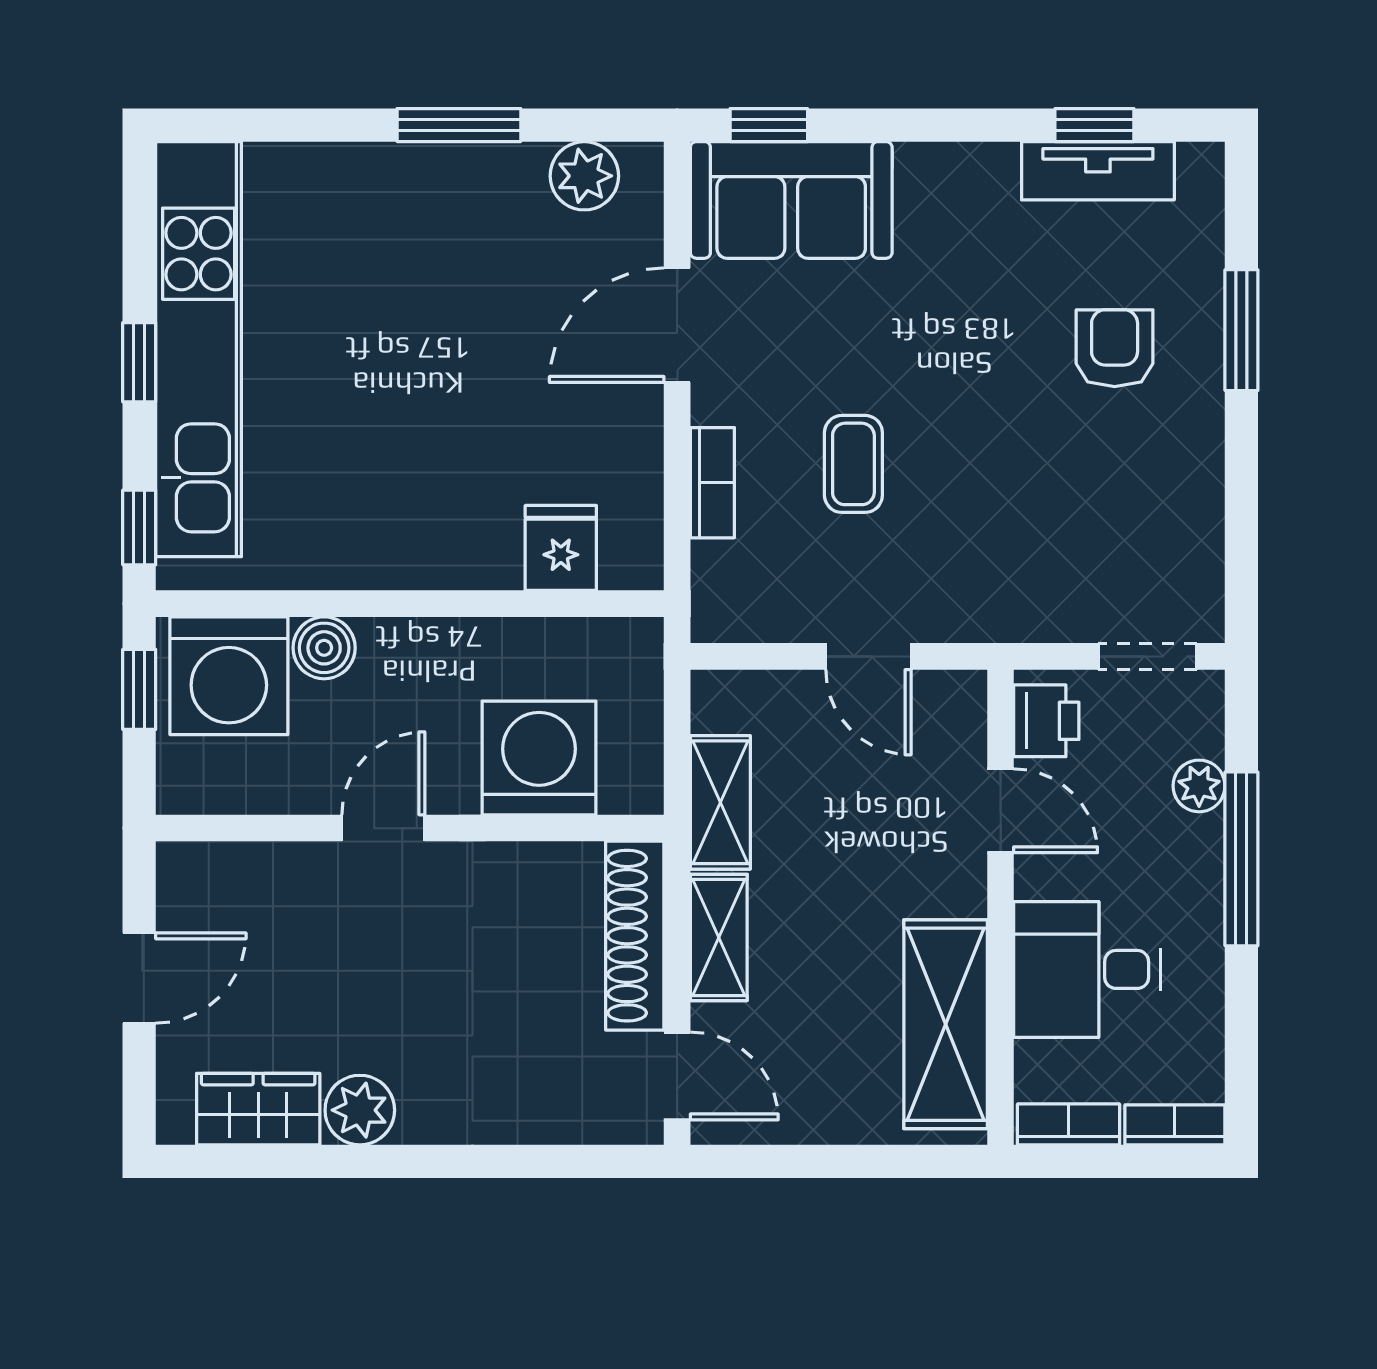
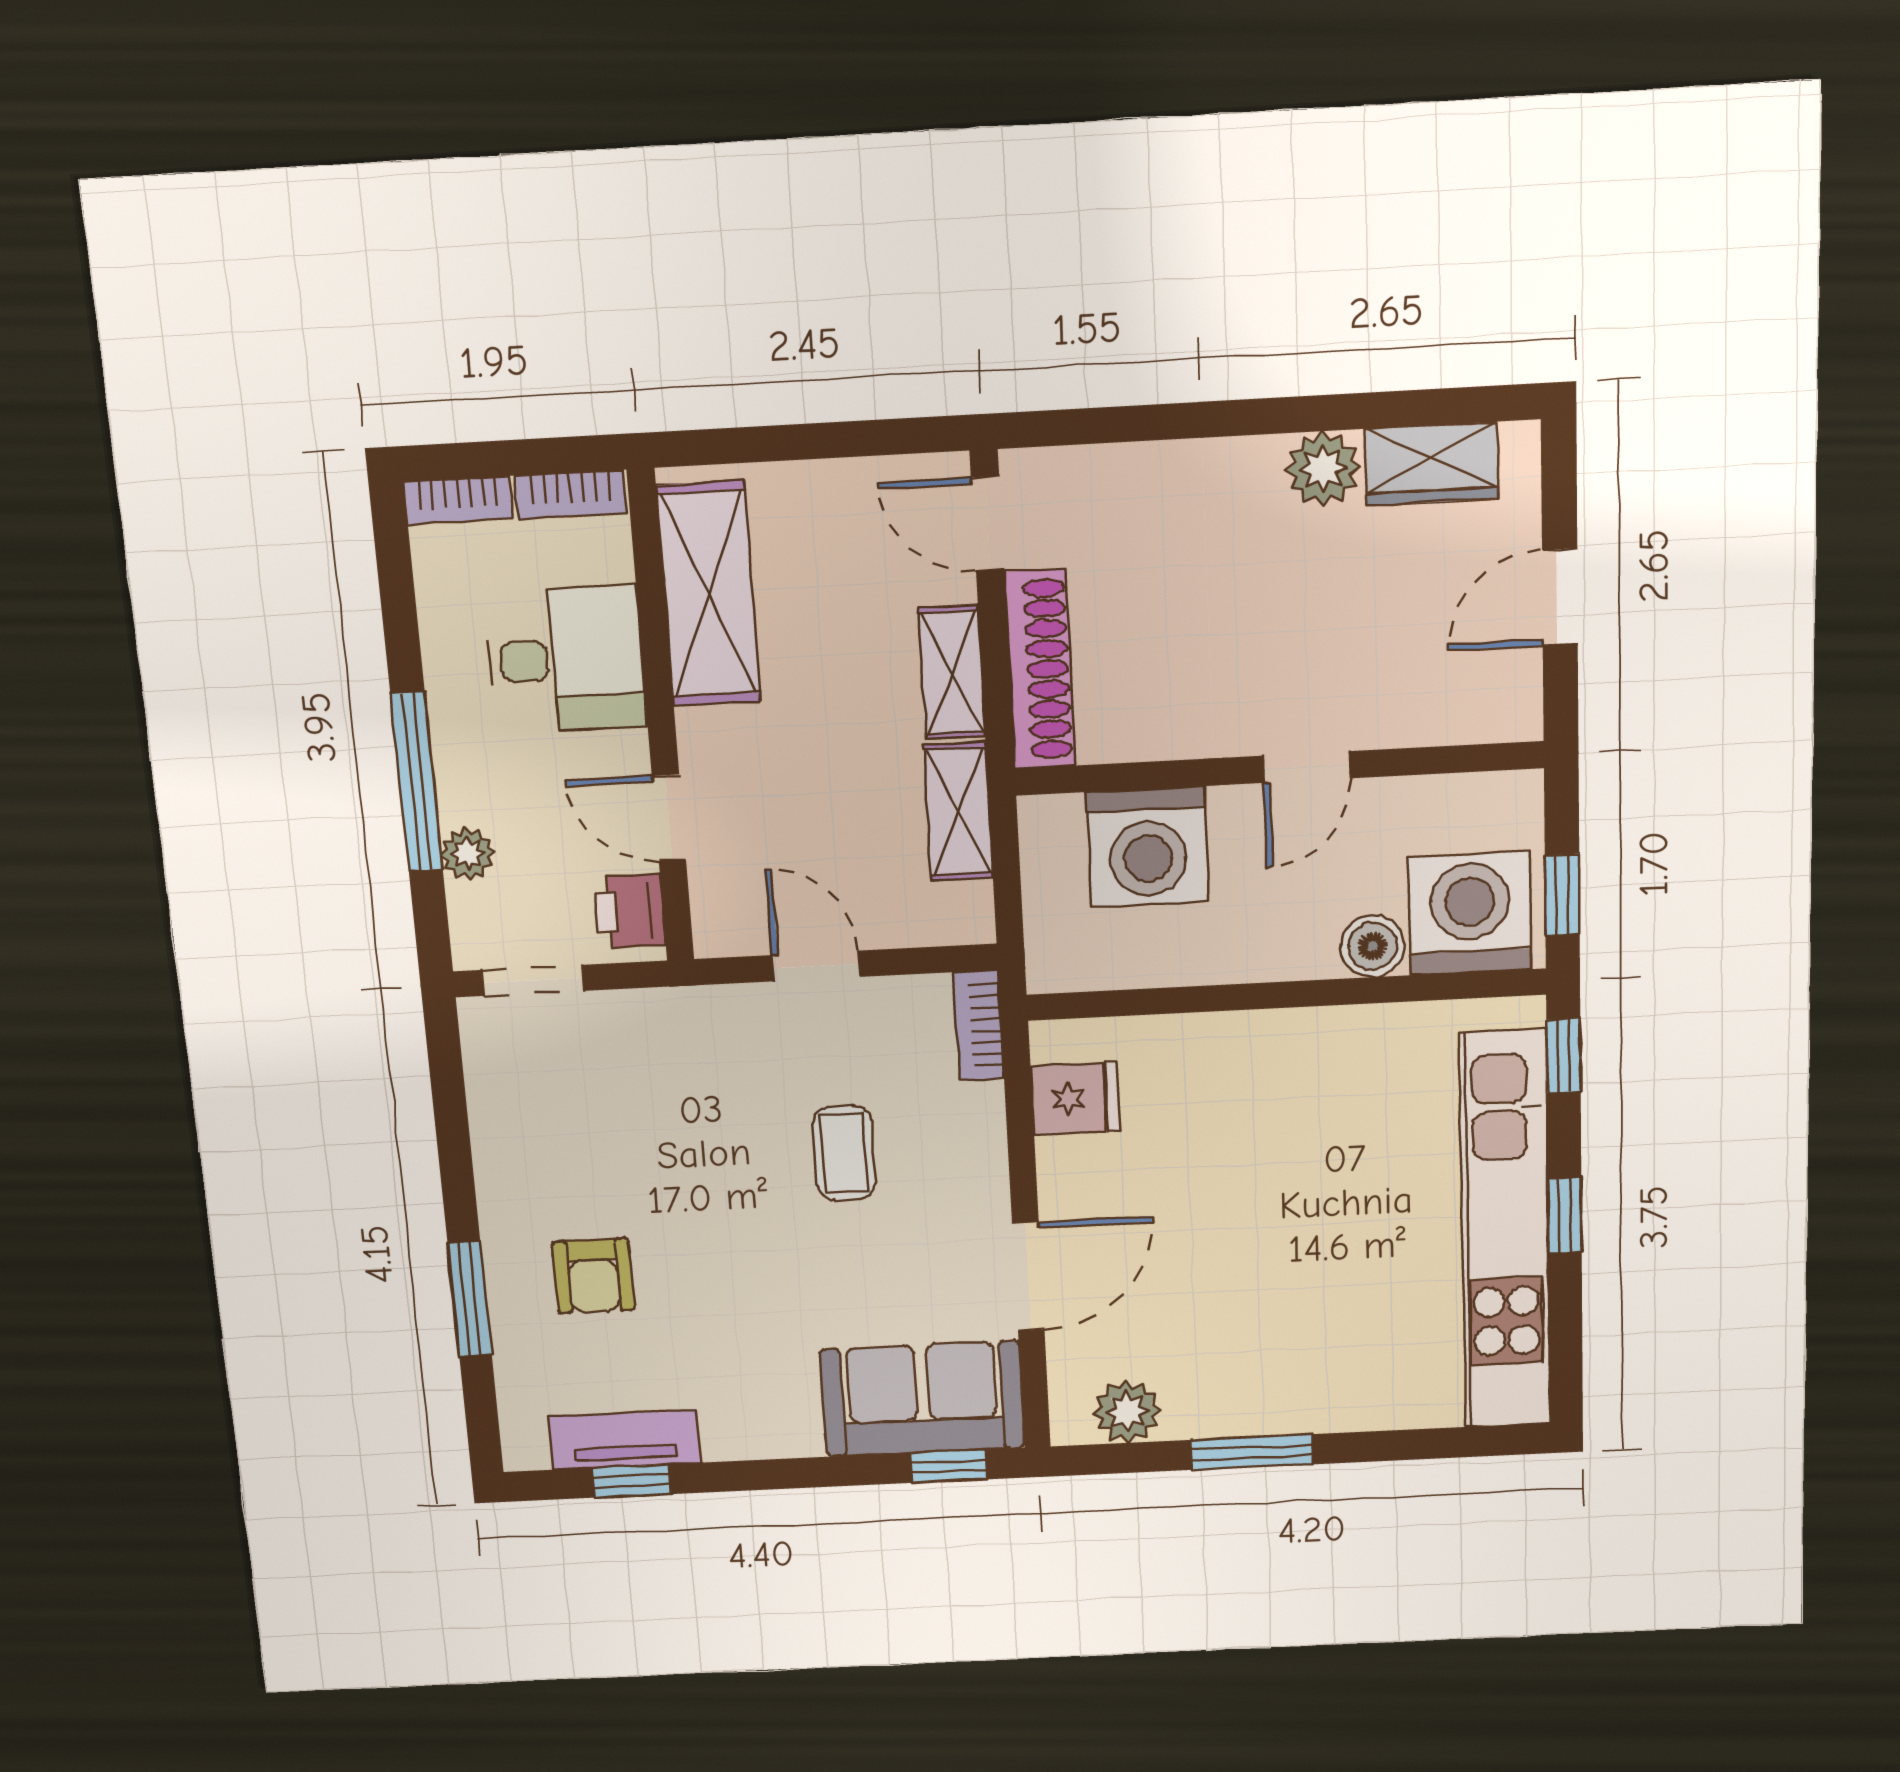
bookcase: (712, 483) -> (979, 1025), moved
fridge: (561, 548) -> (1075, 1099), moved, turned -90

